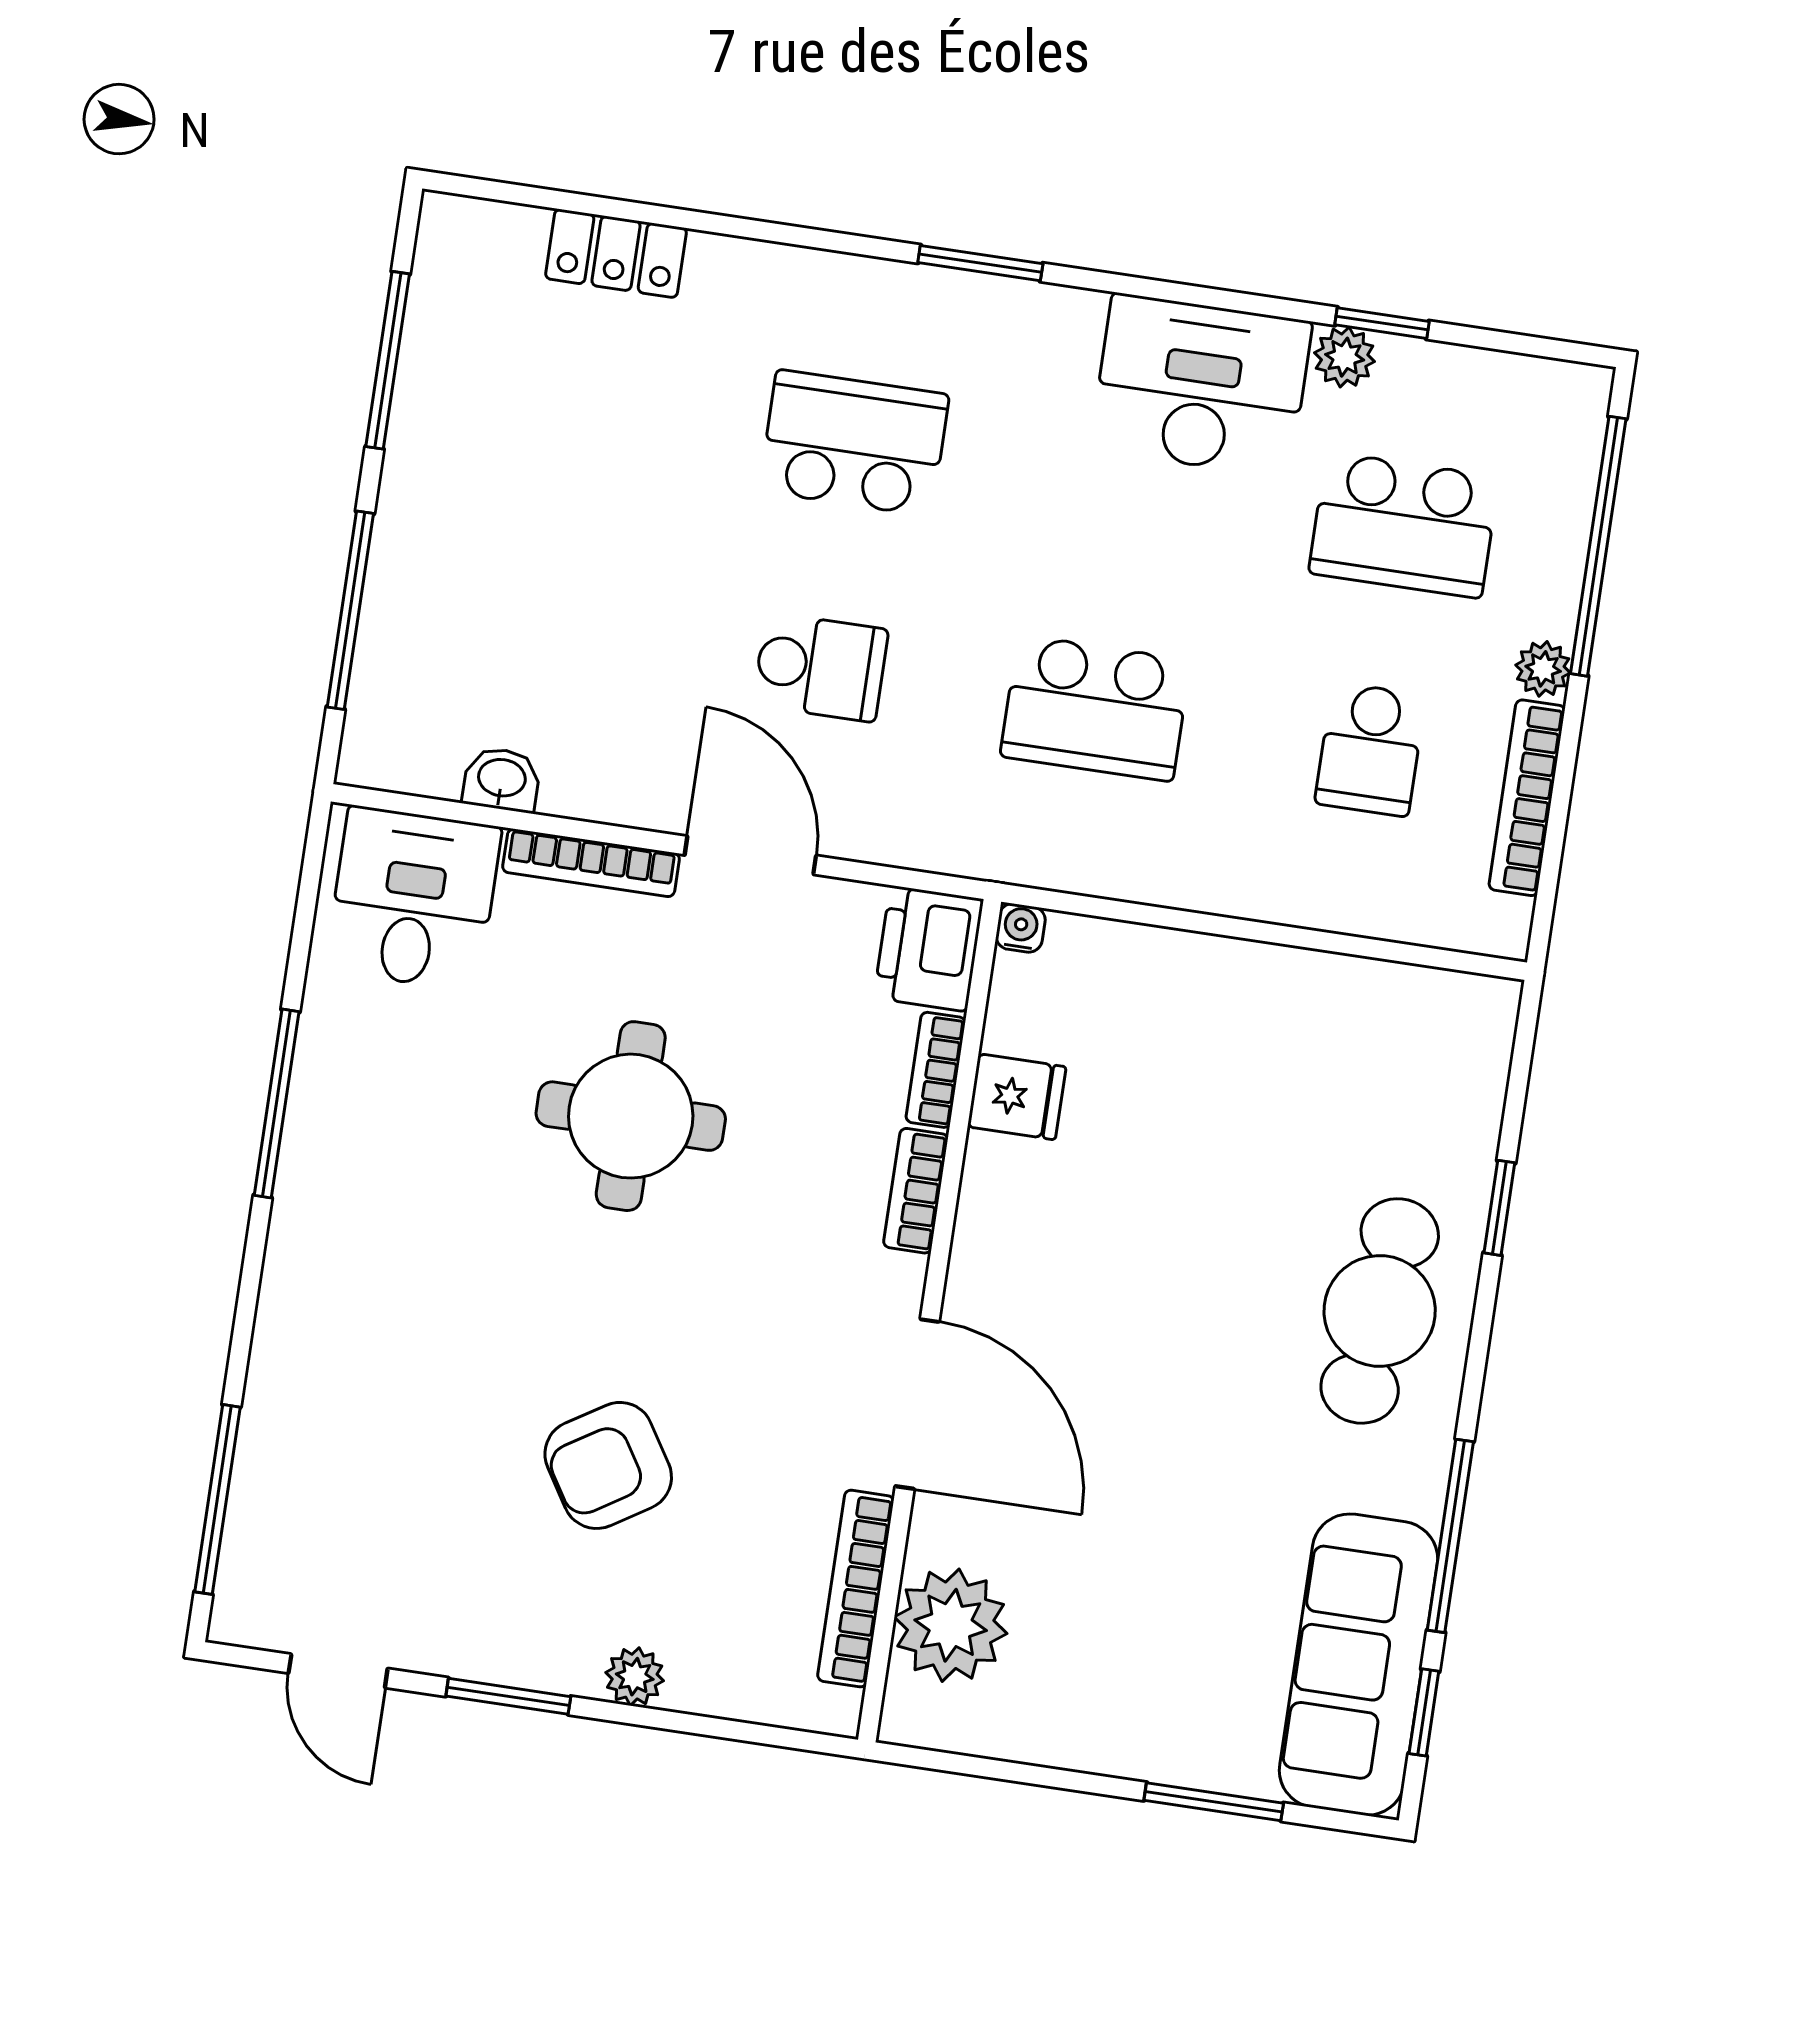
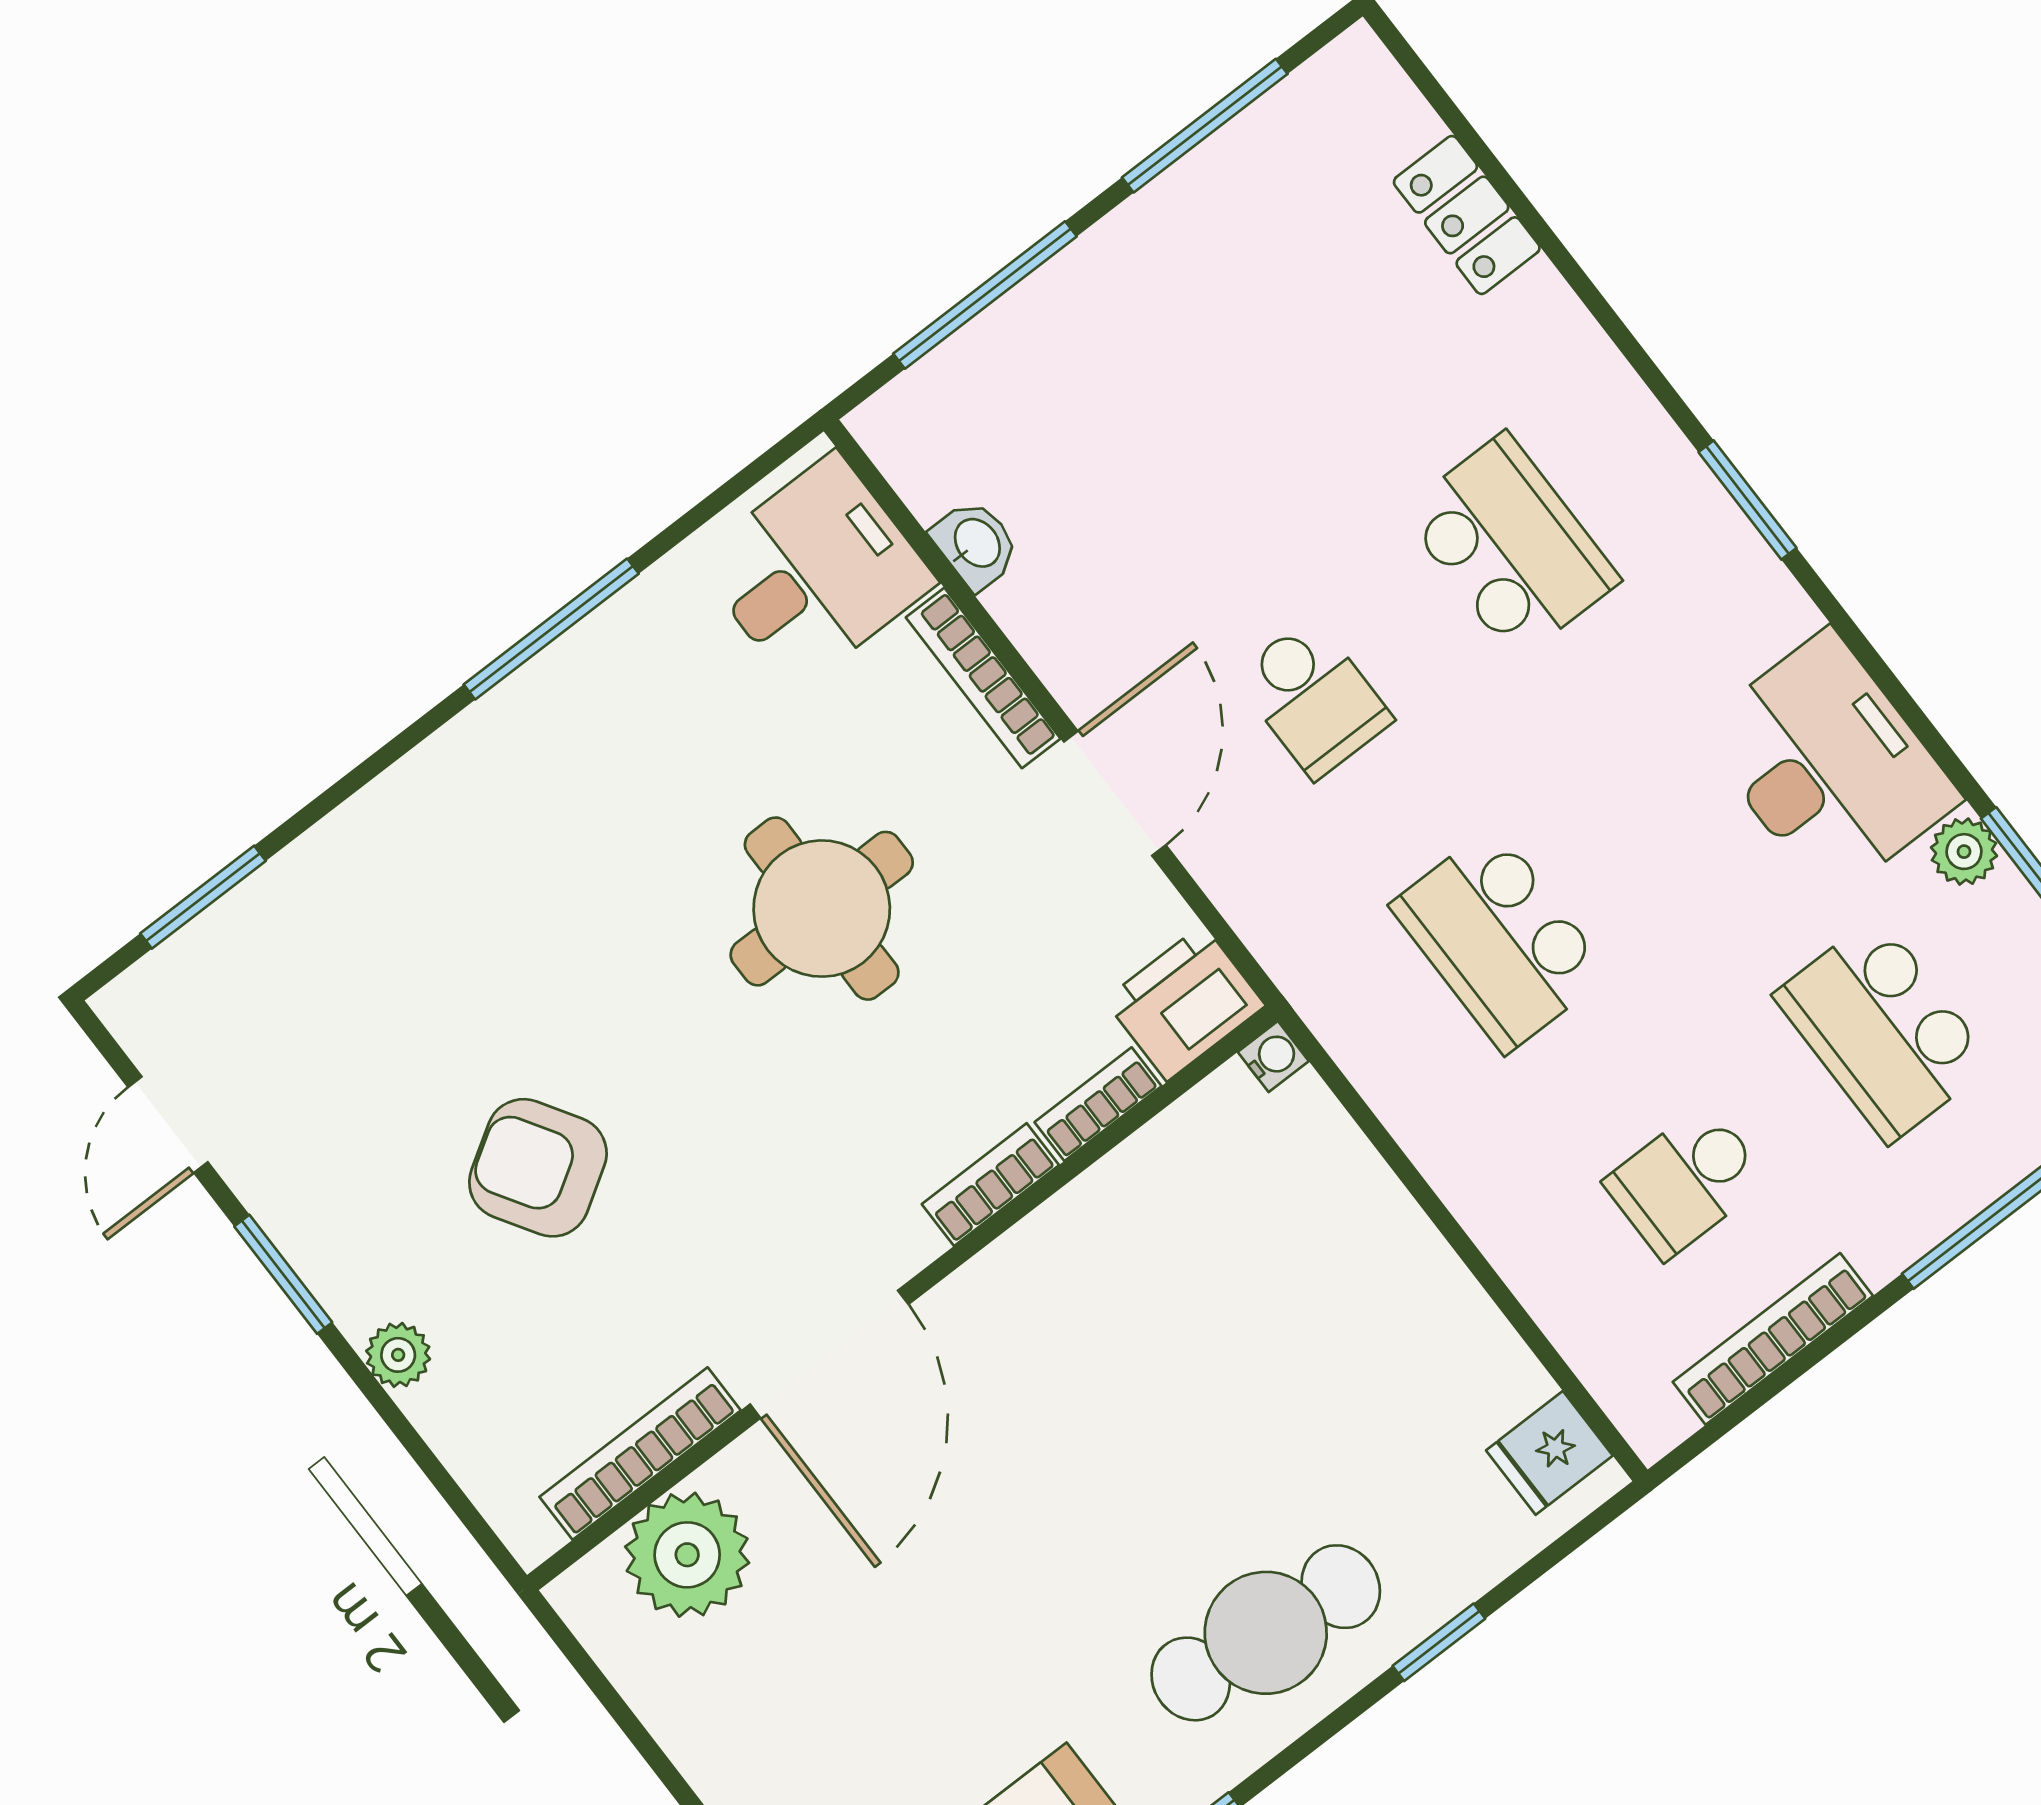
plant: (1543, 669) -> (1884, 1249), removed
fridge: (1017, 1097) -> (1549, 1453), moved, turned 90
window: (217, 1499) -> (203, 897), width x0.69

